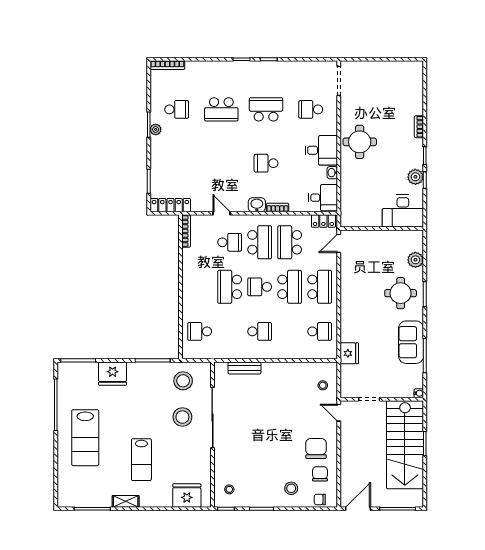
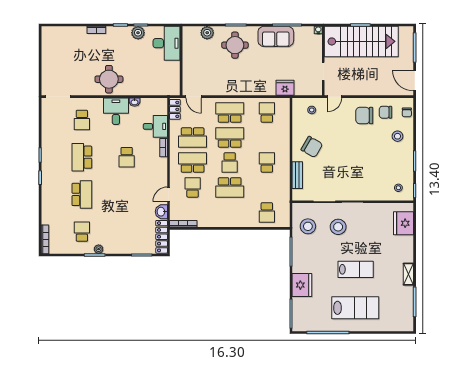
desk: (323, 198) -> (155, 126), moved, turned 90
washbasin: (257, 205) -> (161, 212), moved
chair: (278, 385) -> (312, 147), added
lab bench: (141, 460) -> (356, 269), moved

